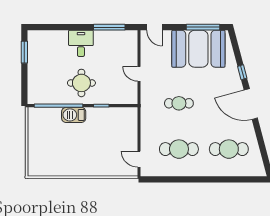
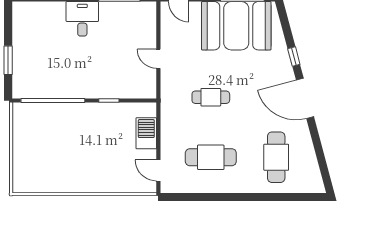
window: (24, 52) -> (8, 60), moved
round table: (81, 83) -> (83, 71), removed
barbecue: (74, 115) -> (146, 133), moved, turned 90
cafe table: (229, 149) -> (276, 157), turned 90

